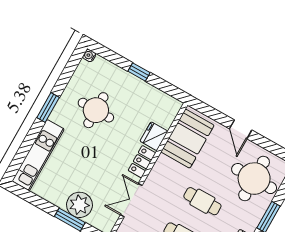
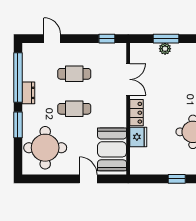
door: (241, 129) -> (88, 179), moved
plant: (79, 205) -> (165, 49), width x0.53, depth x0.53

